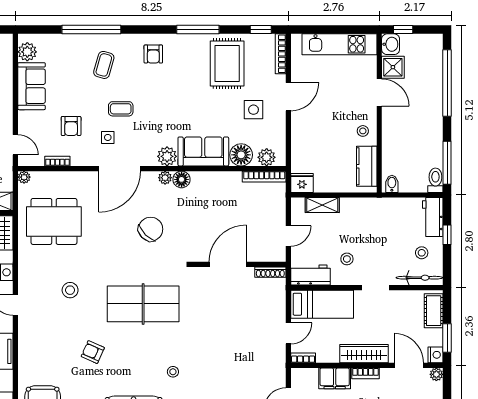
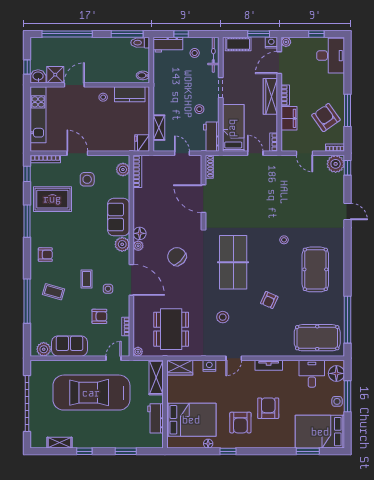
floor lamp: (241, 155) -> (121, 189), removed

